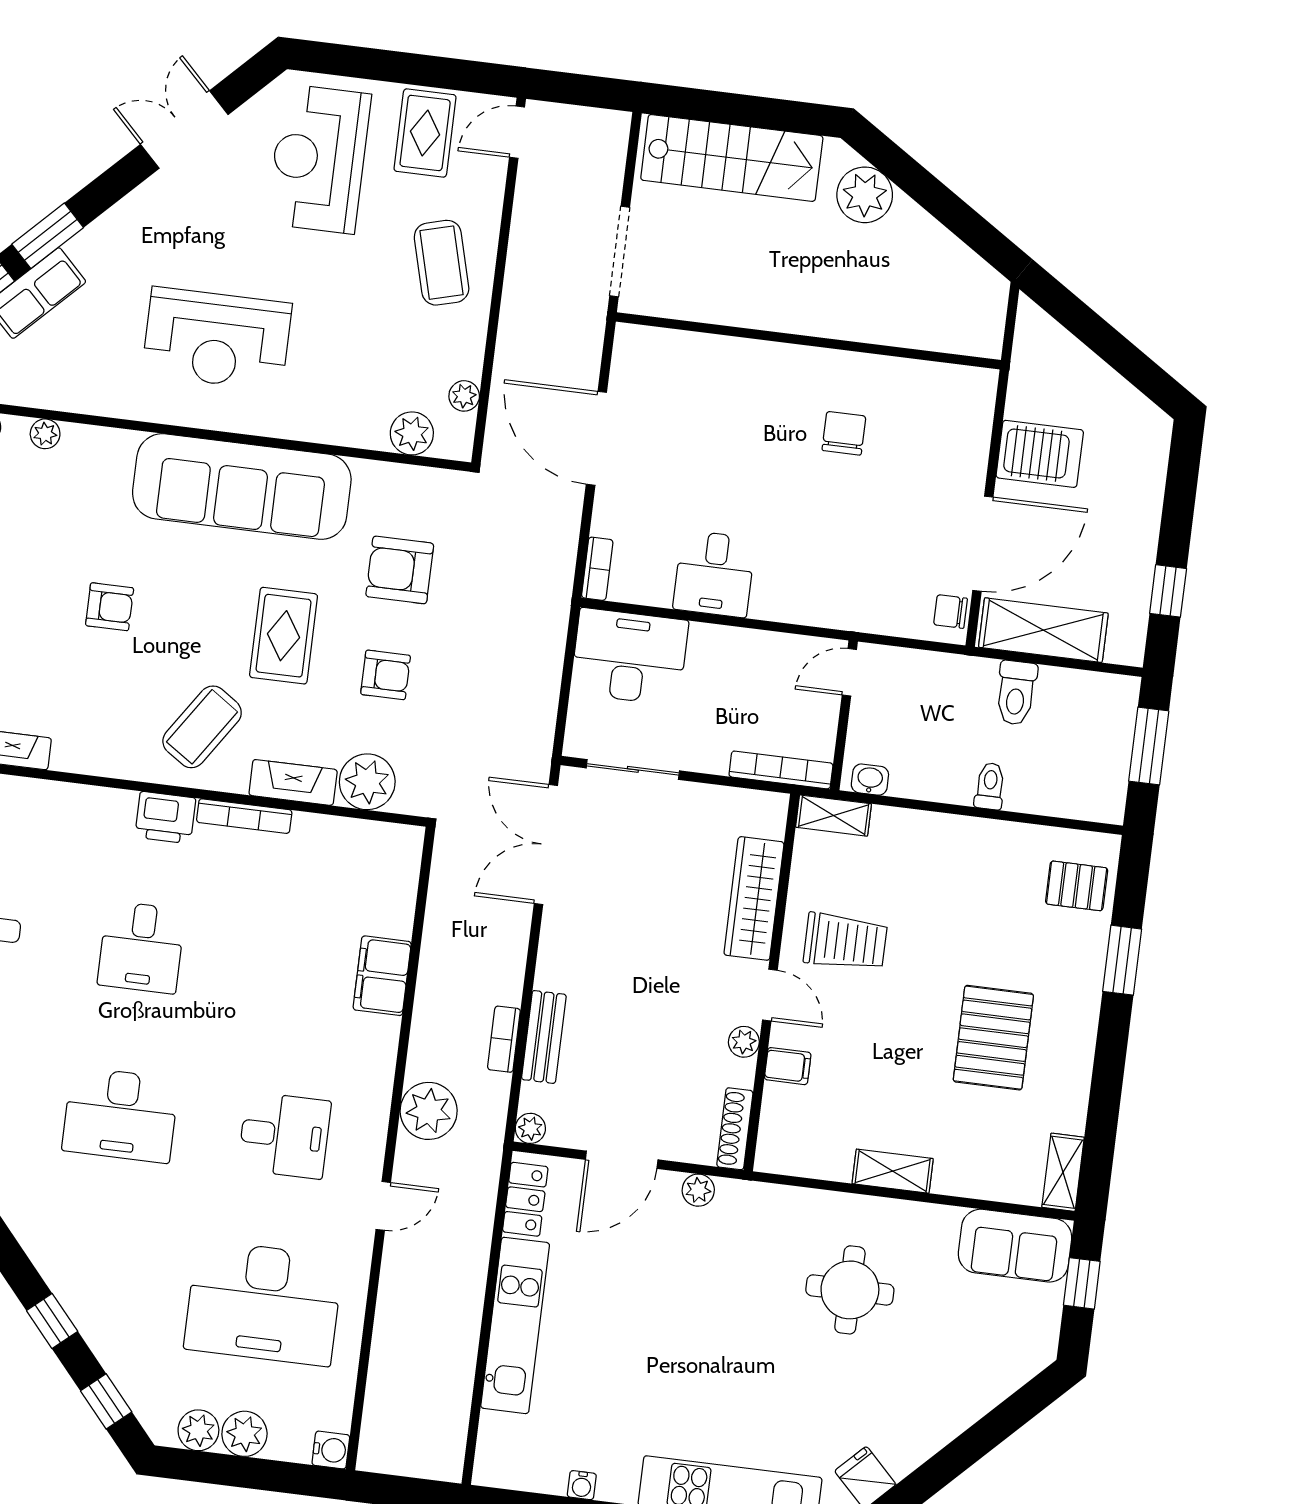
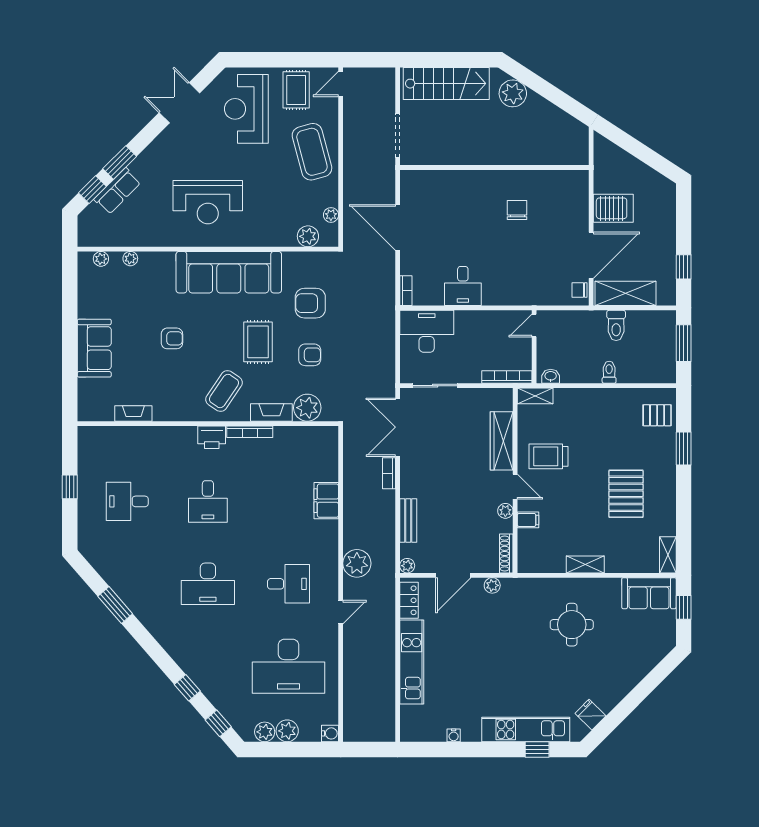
coffee table: (442, 263) -> (312, 152), width x1.36, depth x1.32
trolley: (845, 942) -> (548, 456), turned 180
bookcase: (504, 1039) -> (389, 473), moved

